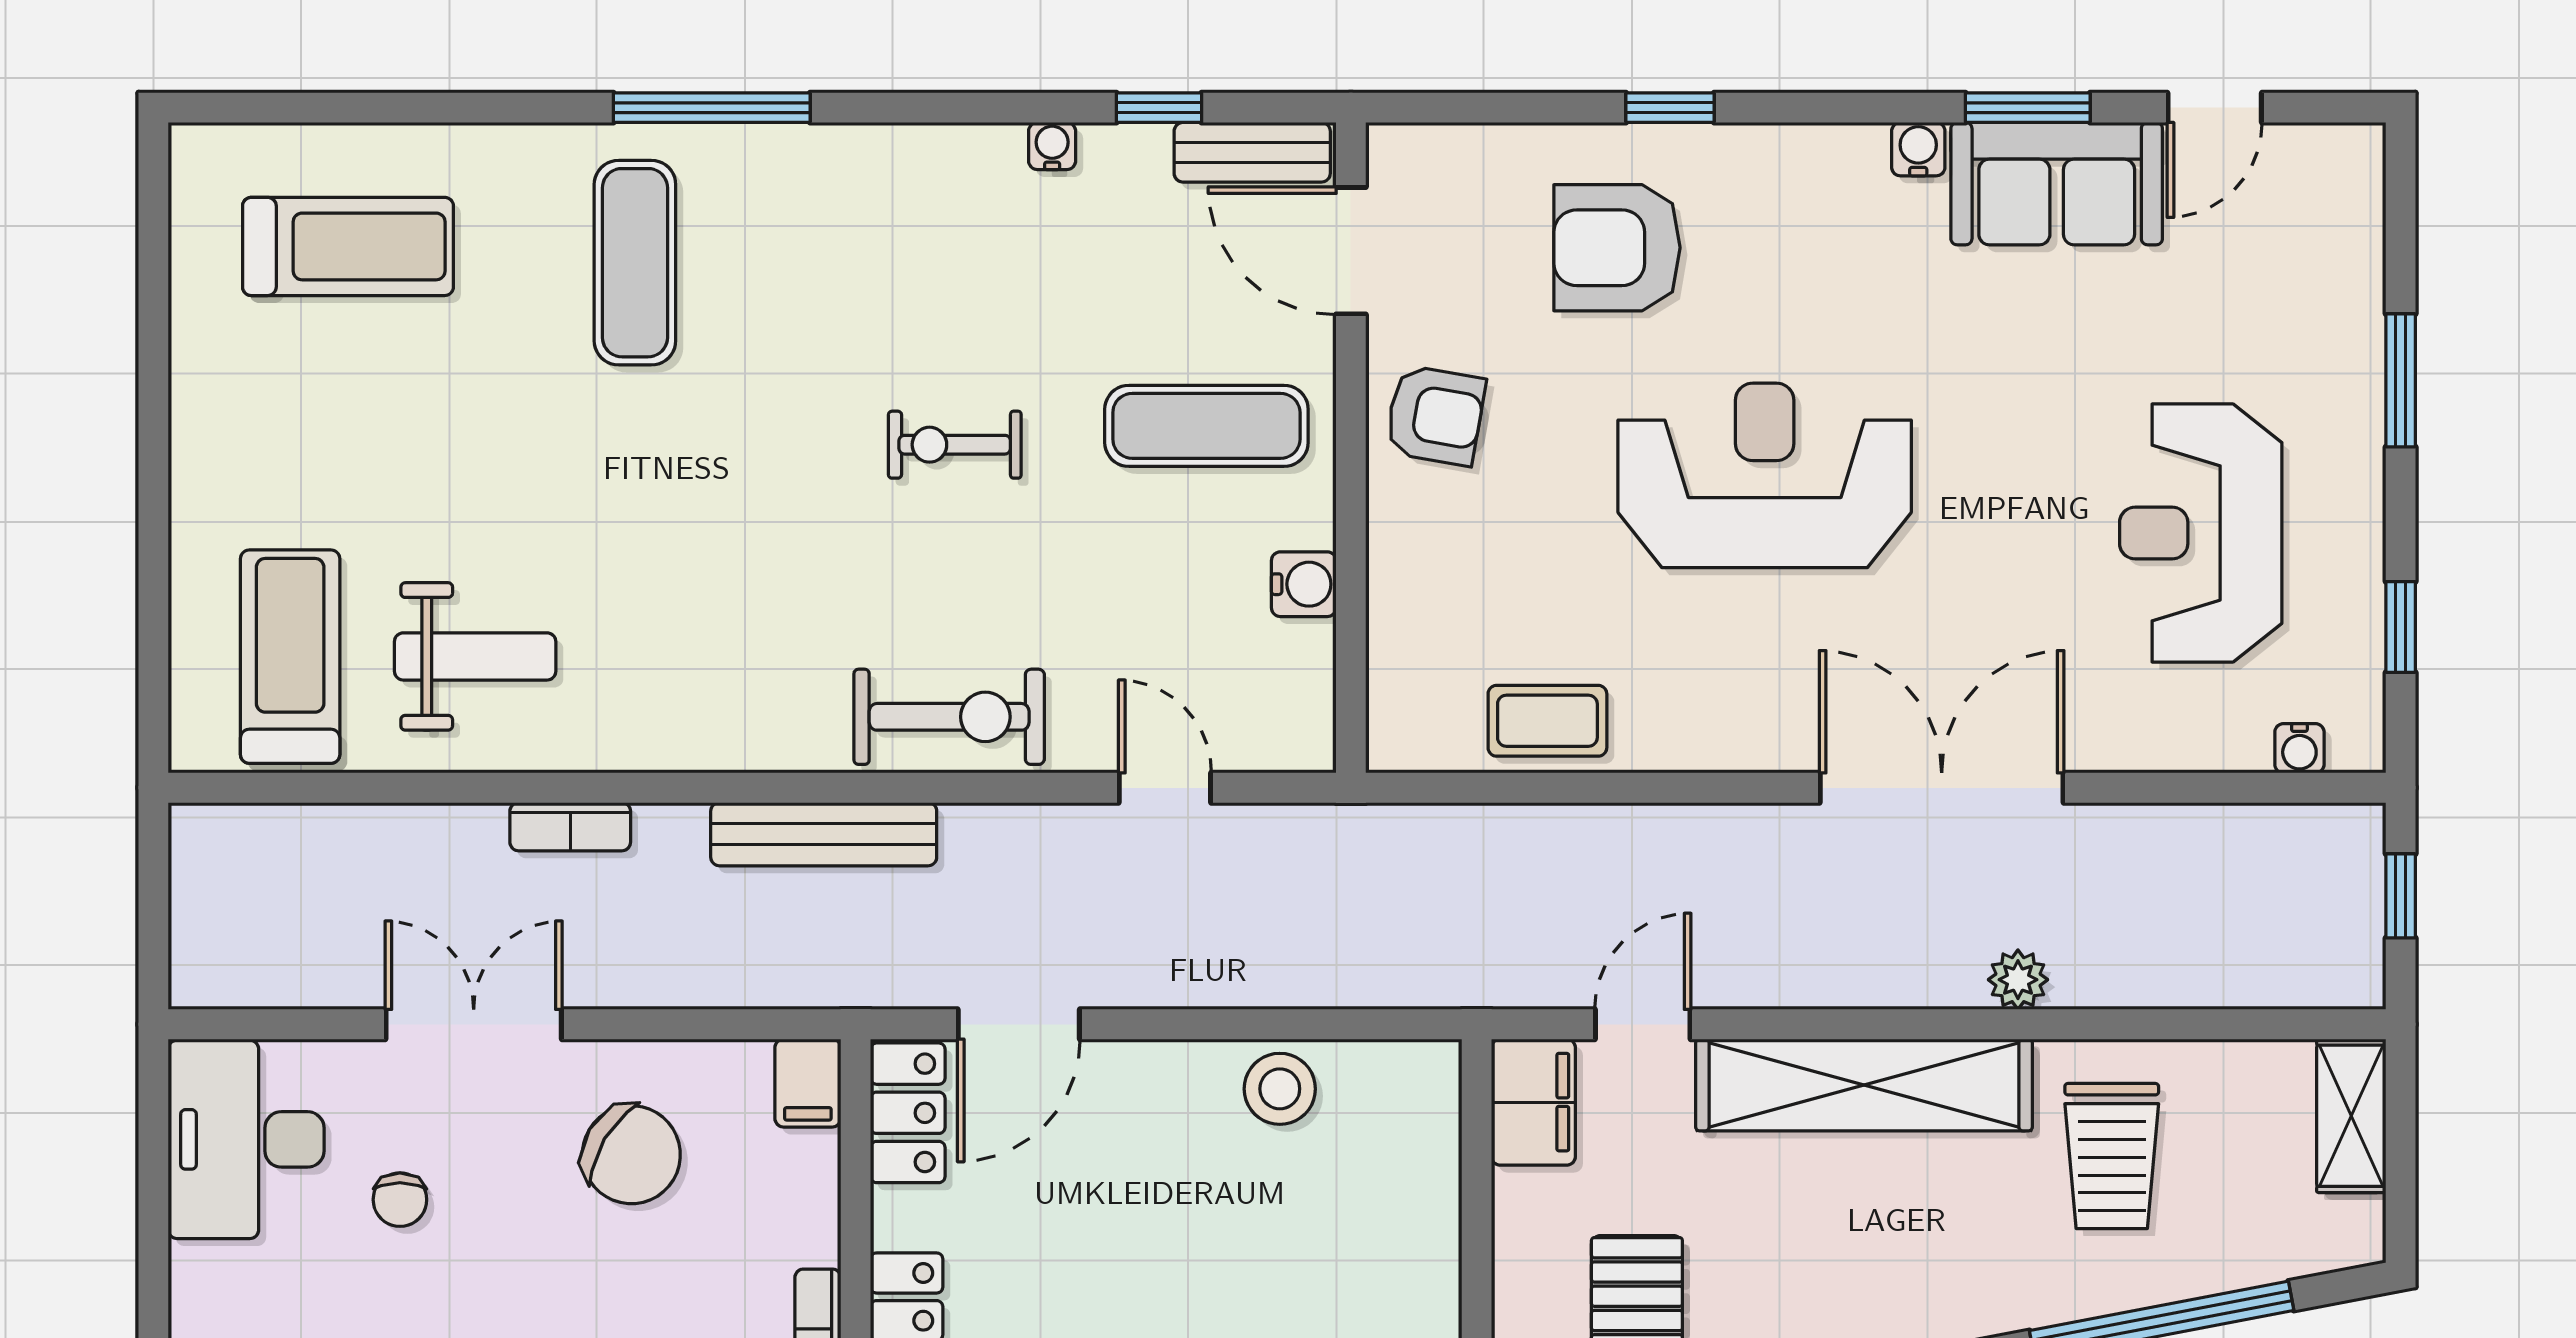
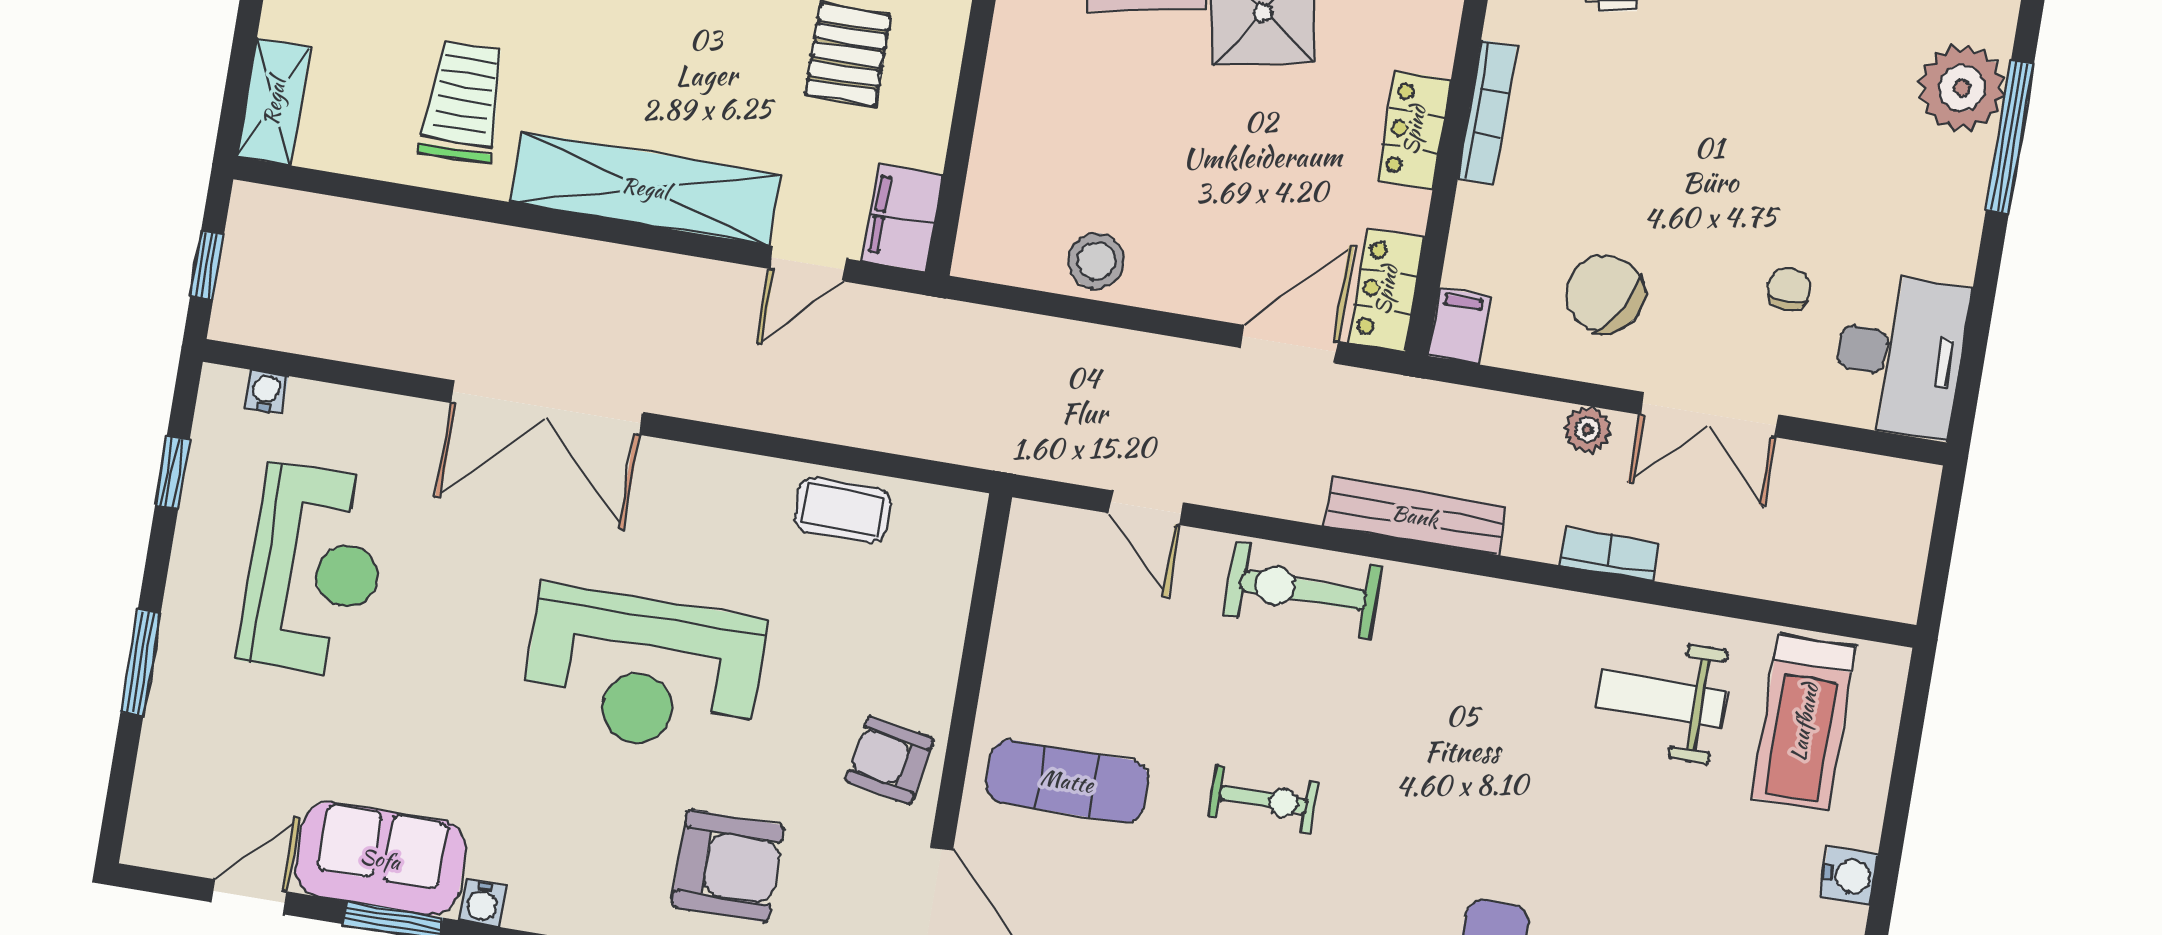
water cooler: (1304, 584) -> (1849, 876), moved, turned 180
plant: (2018, 980) -> (1588, 430), moved

